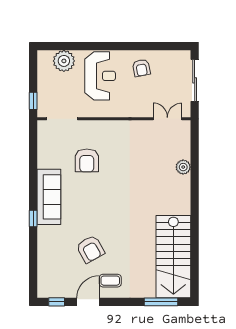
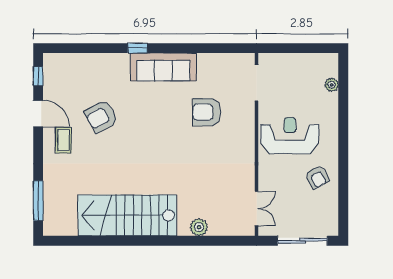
plant: (64, 61) -> (332, 85), width x0.53, depth x0.53
armchair: (141, 68) -> (317, 177), turned -107
reception desk: (100, 76) -> (290, 136), moved, turned 180
window: (33, 101) -> (278, 48), removed
stairs: (173, 257) -> (127, 215), moved

